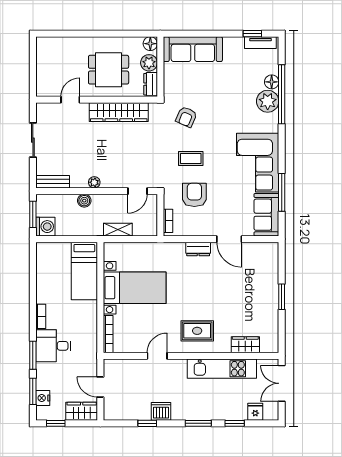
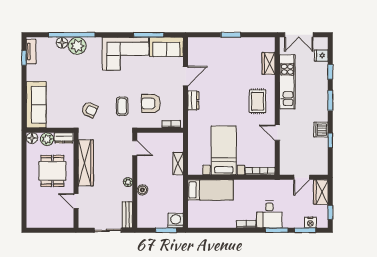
bench: (53, 182) -> (127, 215), moved
plant: (94, 182) -> (128, 182), moved
wall: (97, 191) -> (135, 180), moved
door: (137, 191) -> (135, 148), moved
boiler: (84, 201) -> (142, 190), moved

